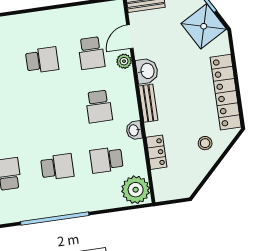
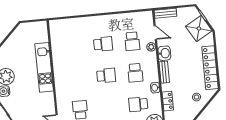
door: (130, 37) -> (155, 33), swing flipped
school desk: (57, 167) -> (106, 76), moved

